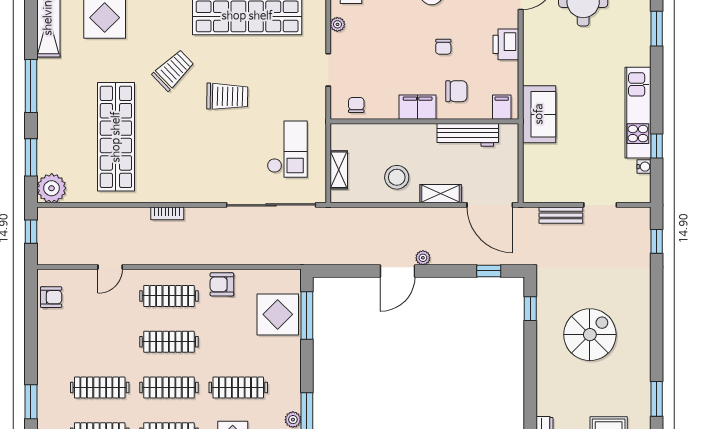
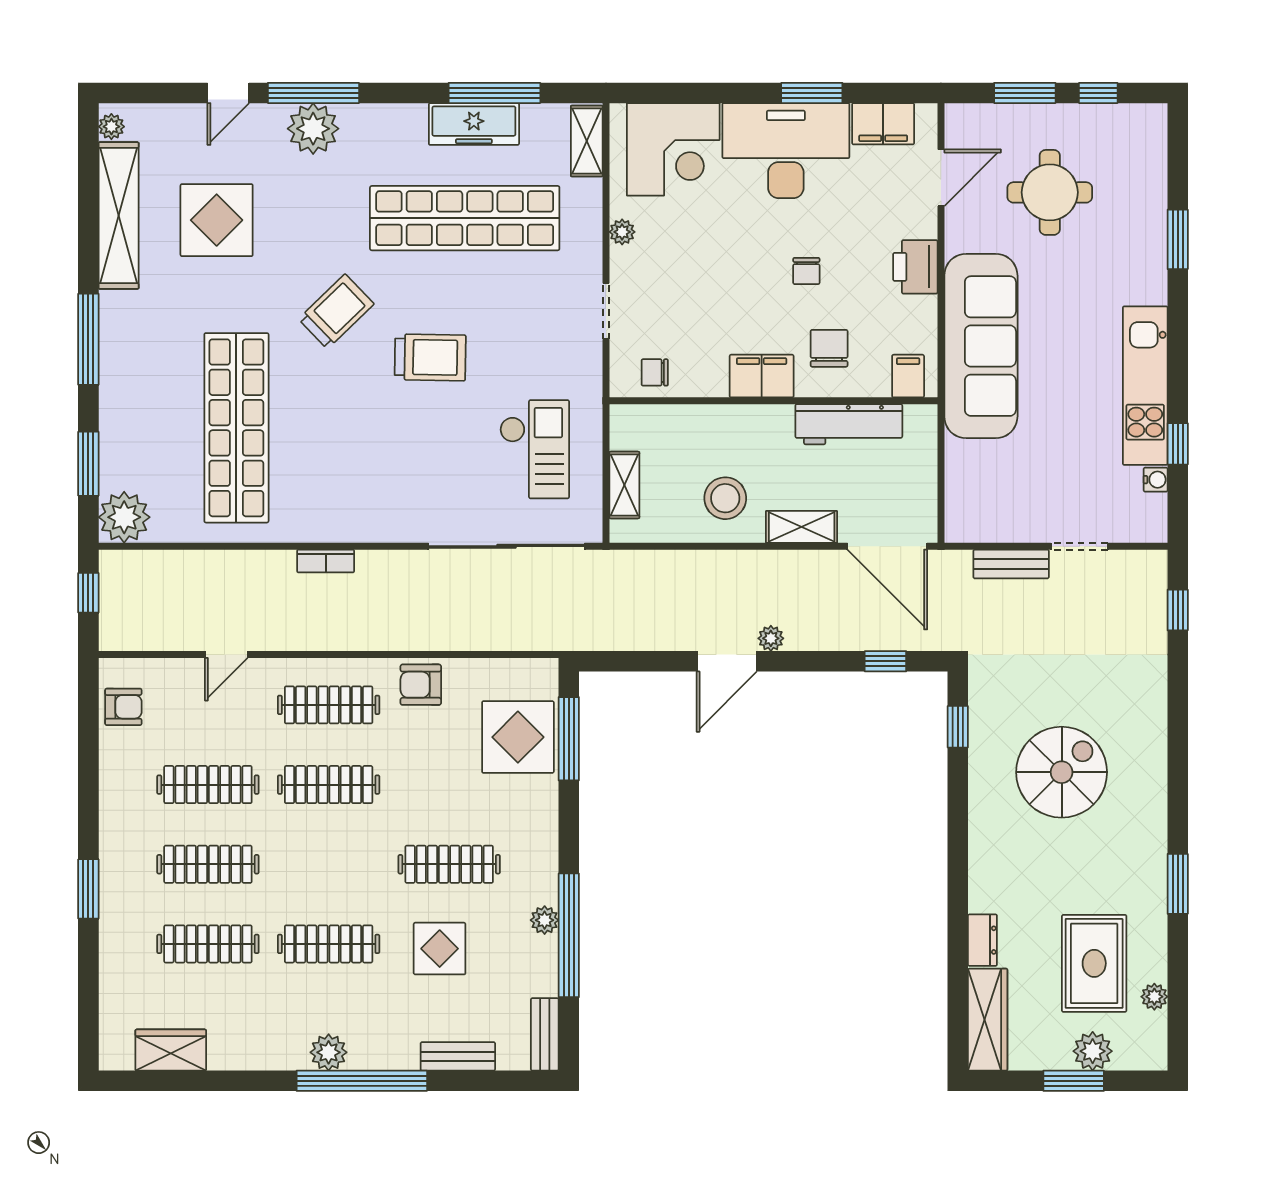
chair: (456, 91) -> (829, 348), turned -90
chair: (356, 105) -> (655, 372), turned -90
sofa: (539, 114) -> (981, 346), width x1.85, depth x1.27
clothes rail: (169, 388) -> (208, 785), moved

